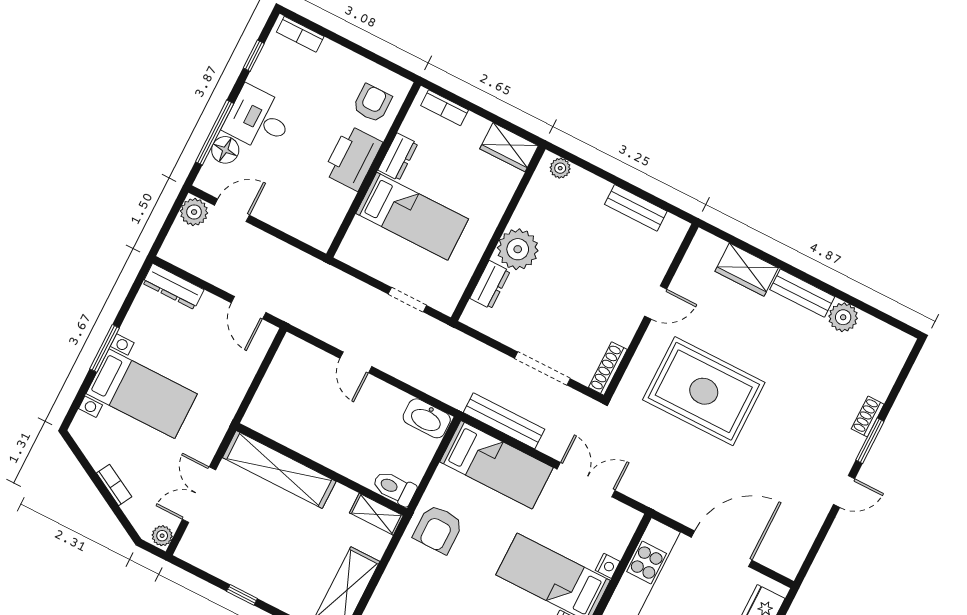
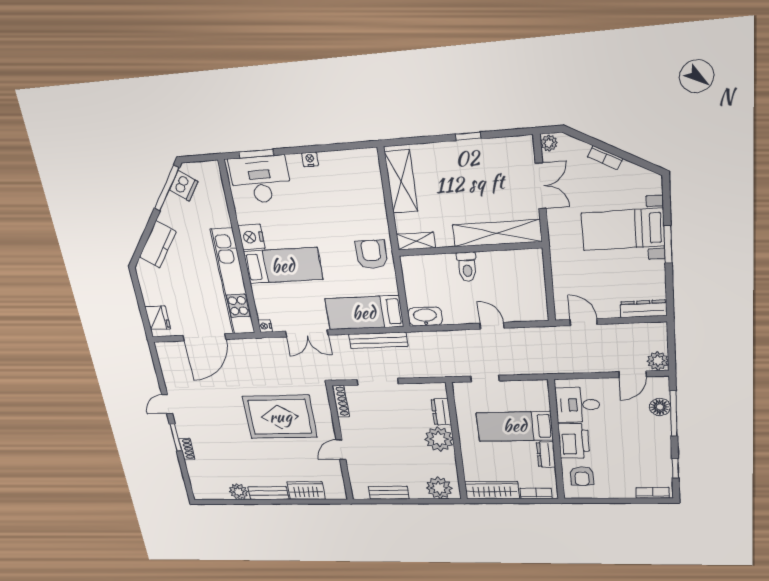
desk: (258, 119) -> (578, 405), moved, turned 180
wardrobe: (509, 147) -> (492, 490), width x1.50
plant: (560, 168) -> (439, 488), width x1.87, depth x1.87
toilet: (394, 488) -> (467, 267), moved, turned 90
nightstand: (608, 566) -> (265, 326), moved

